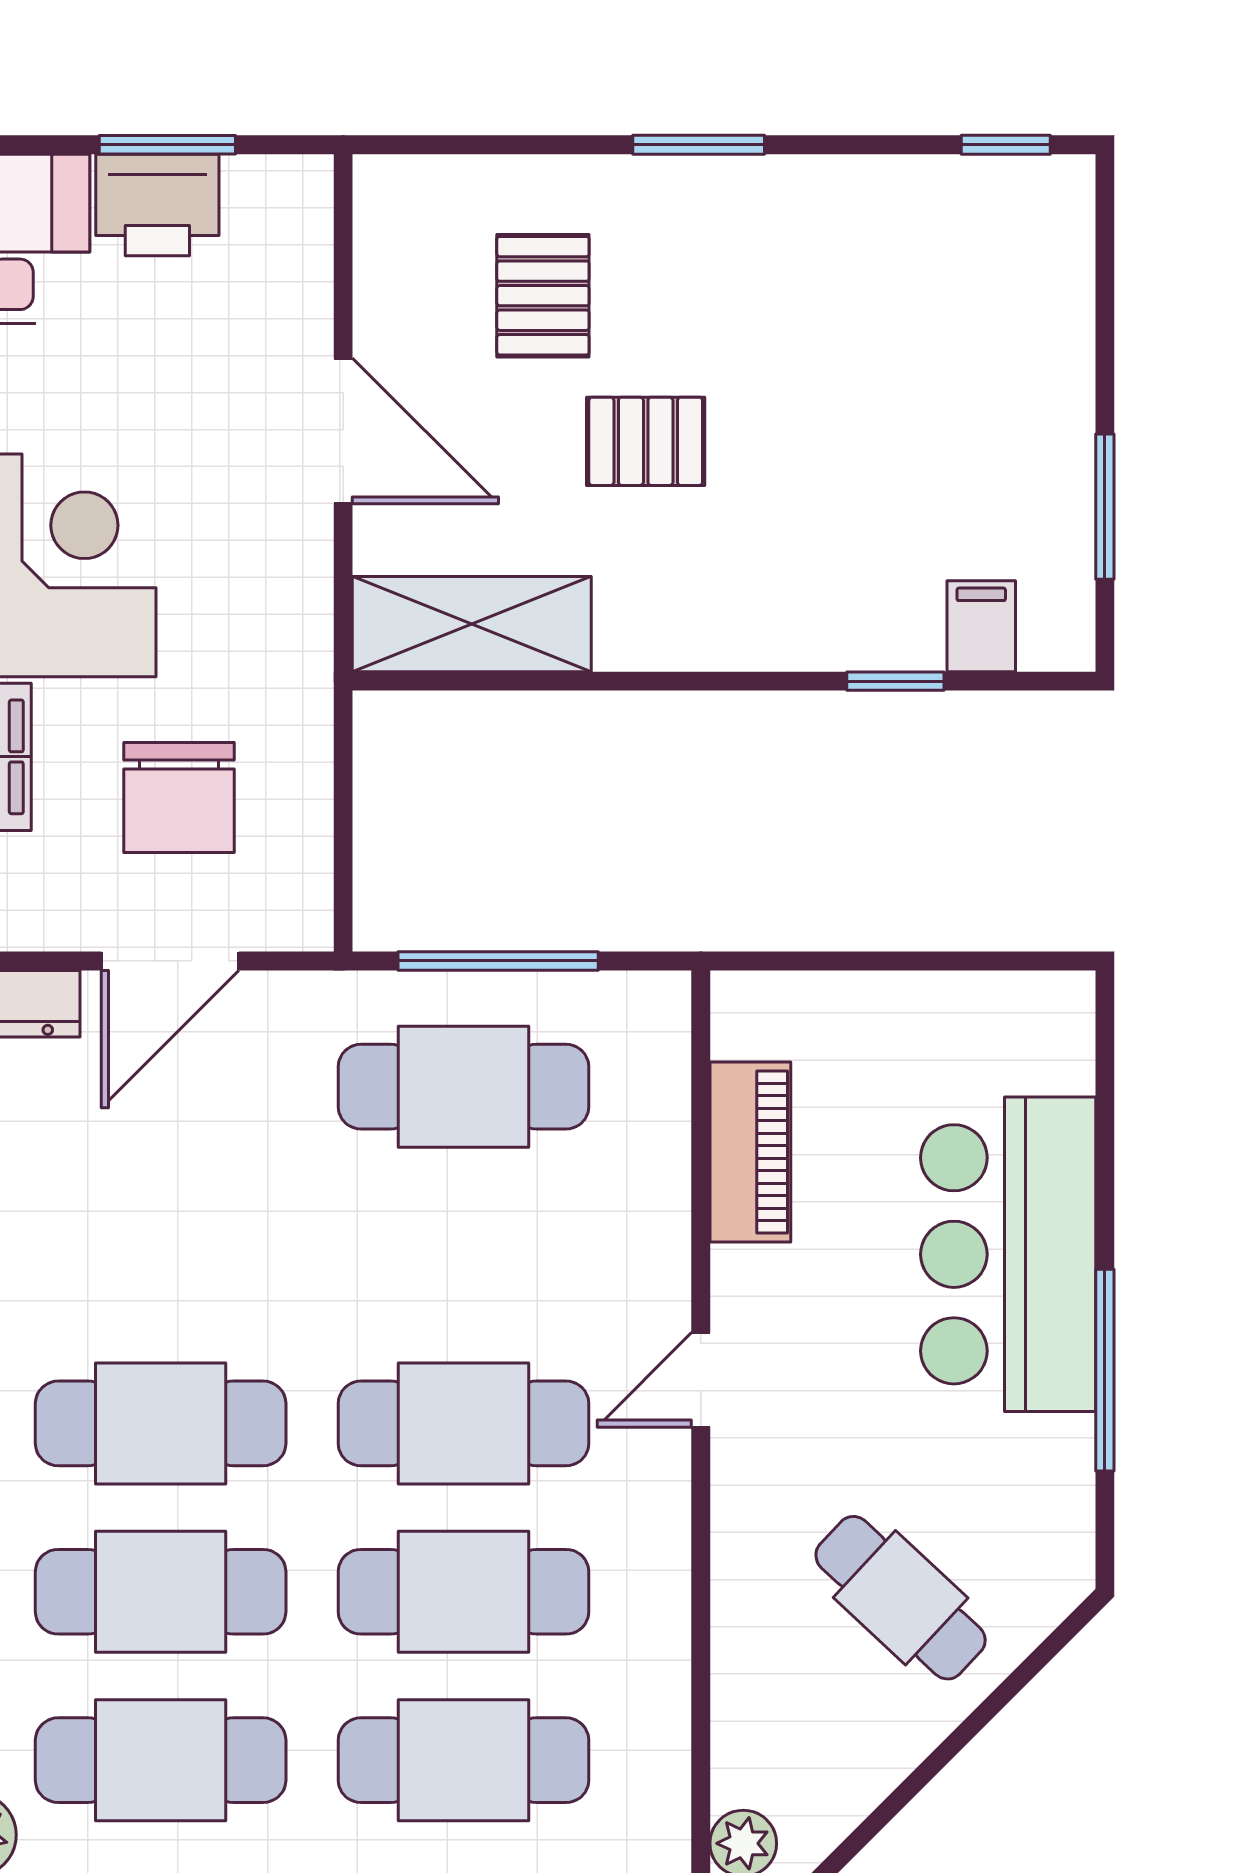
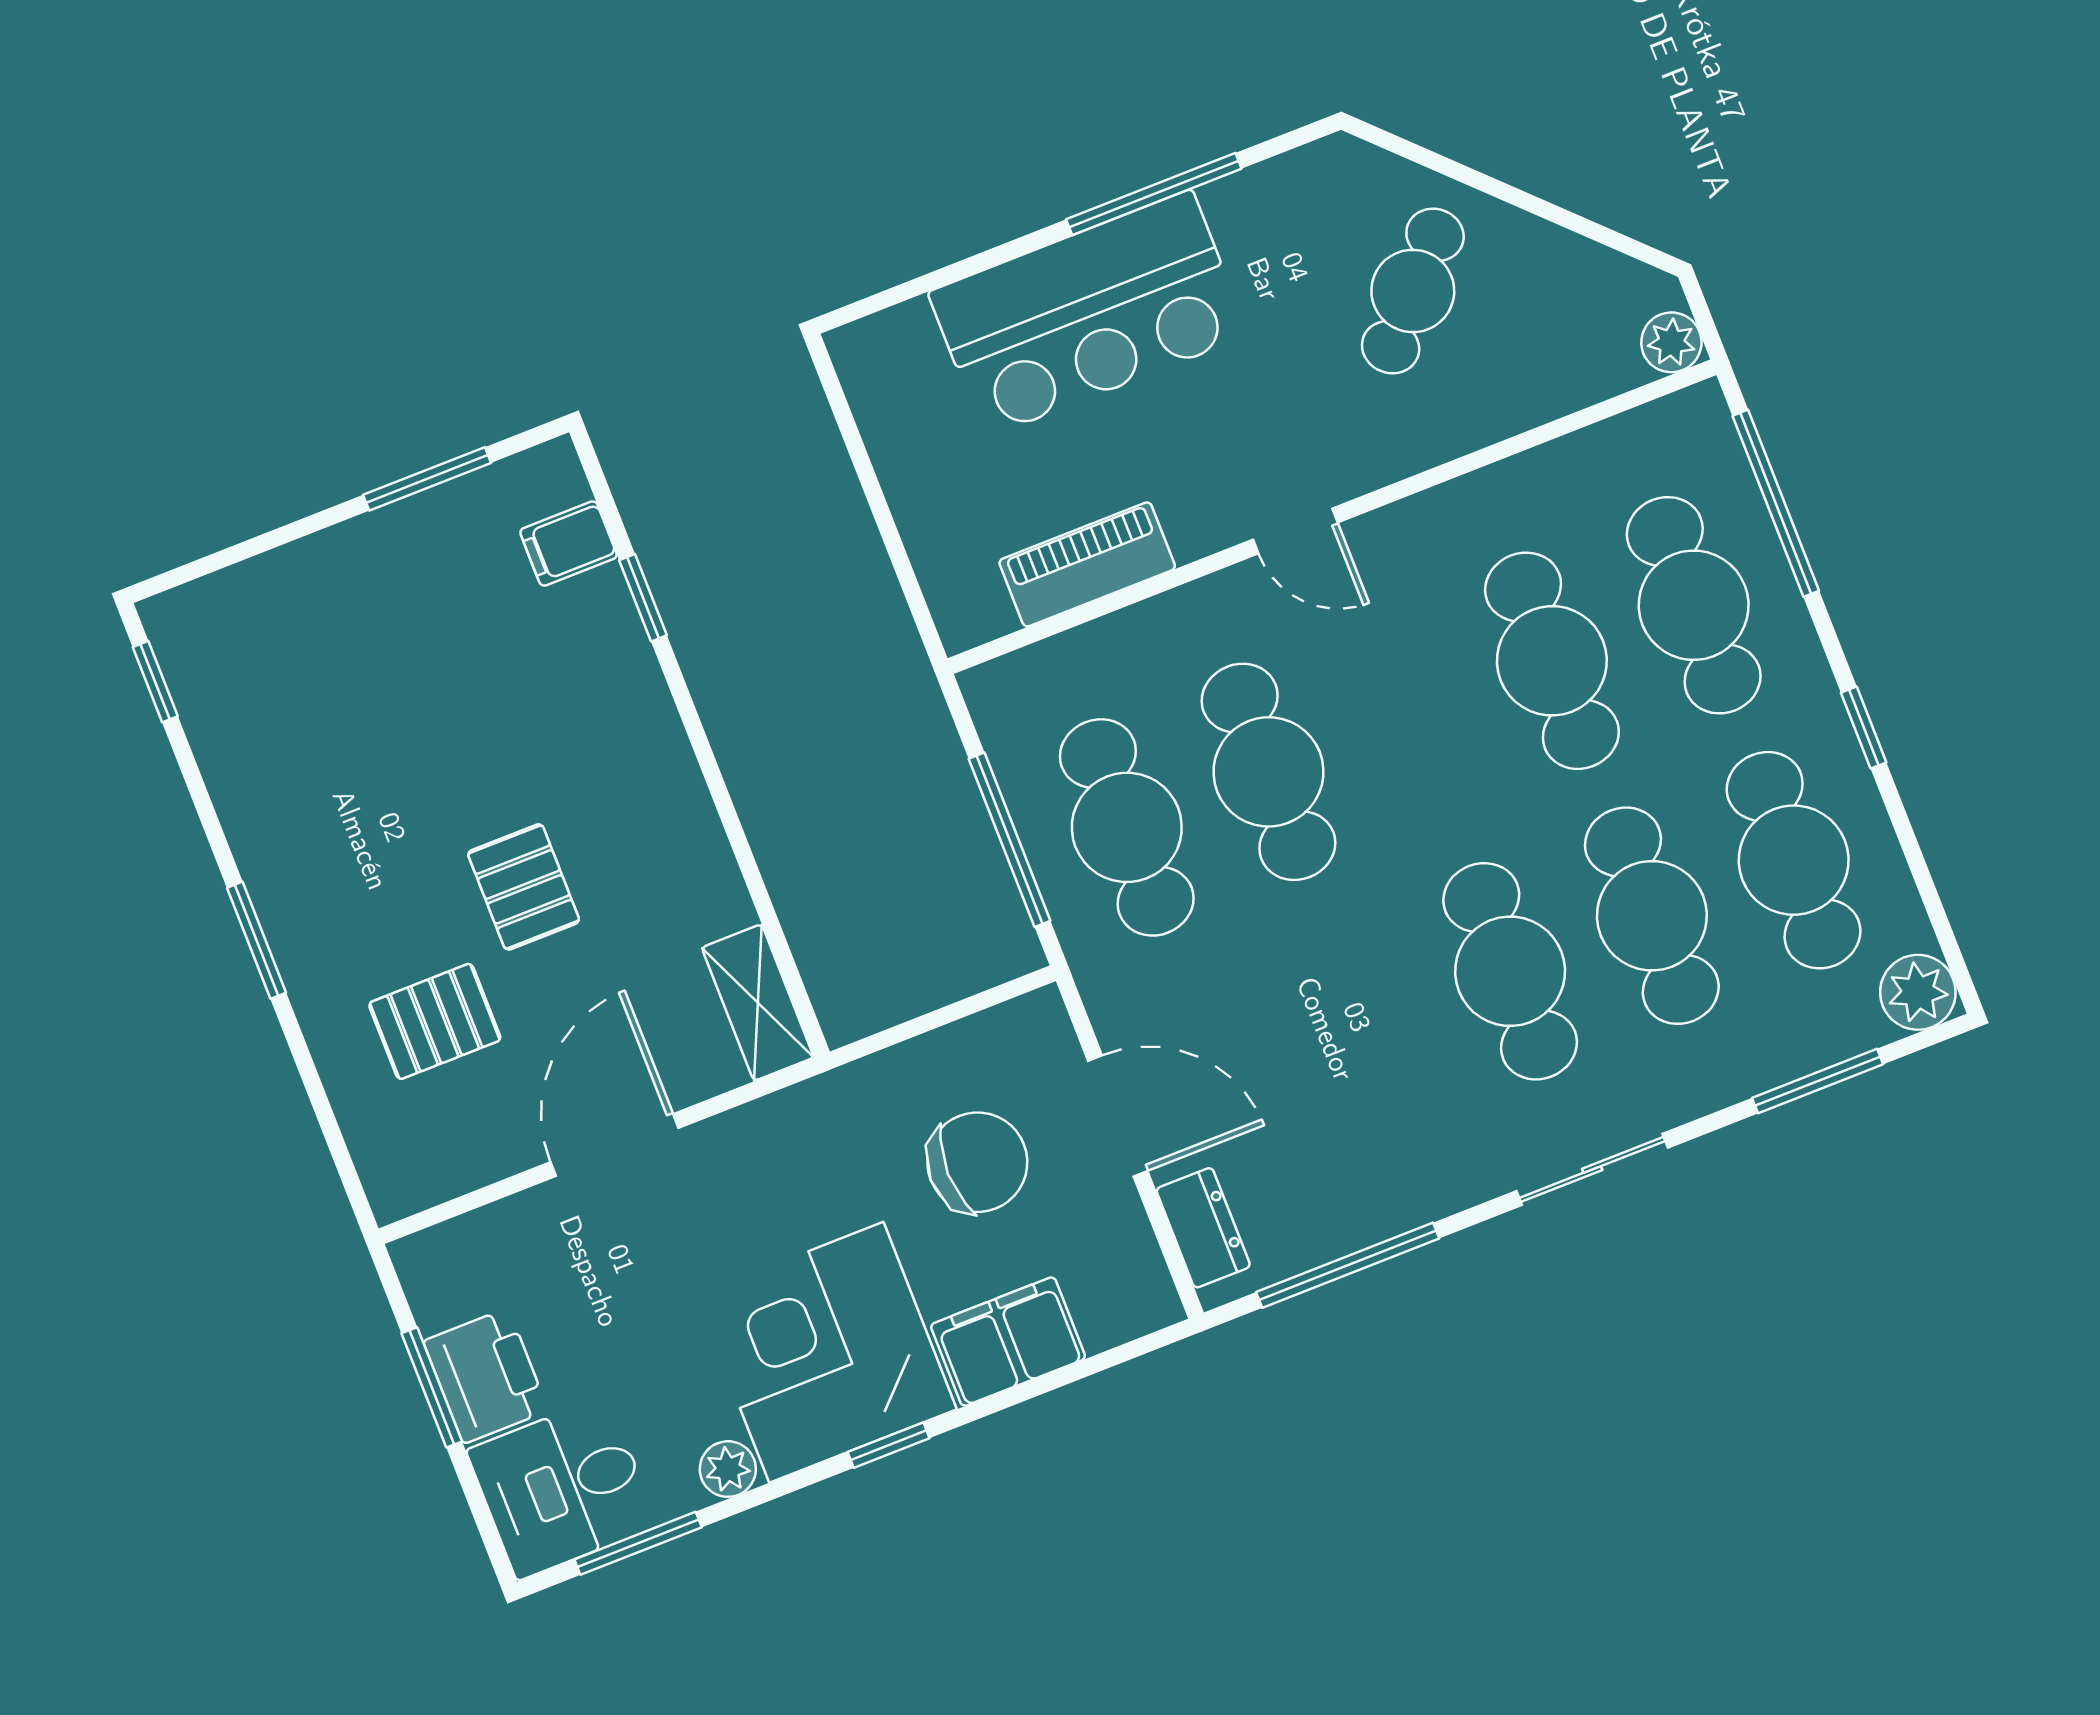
shelving: (472, 624) -> (758, 1003), width x0.67, depth x0.75
cafe table: (464, 1423) -> (1268, 772), moved

